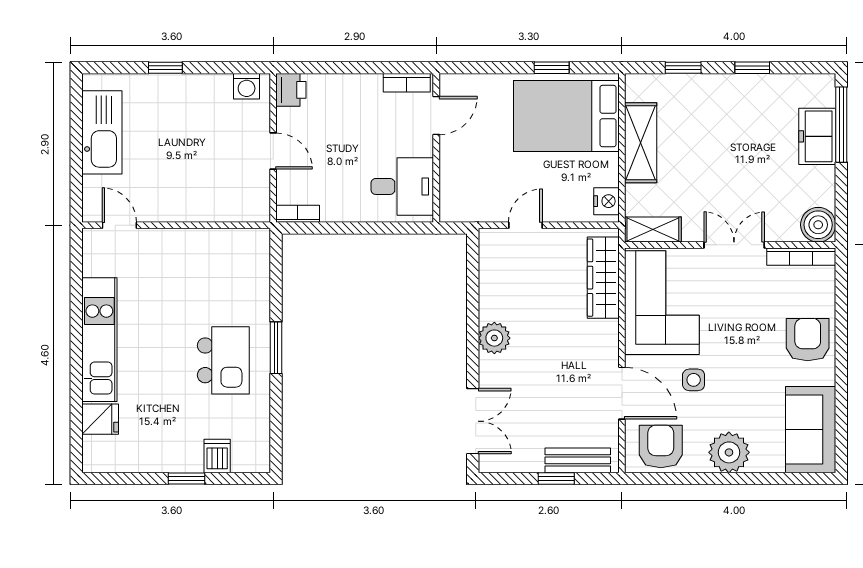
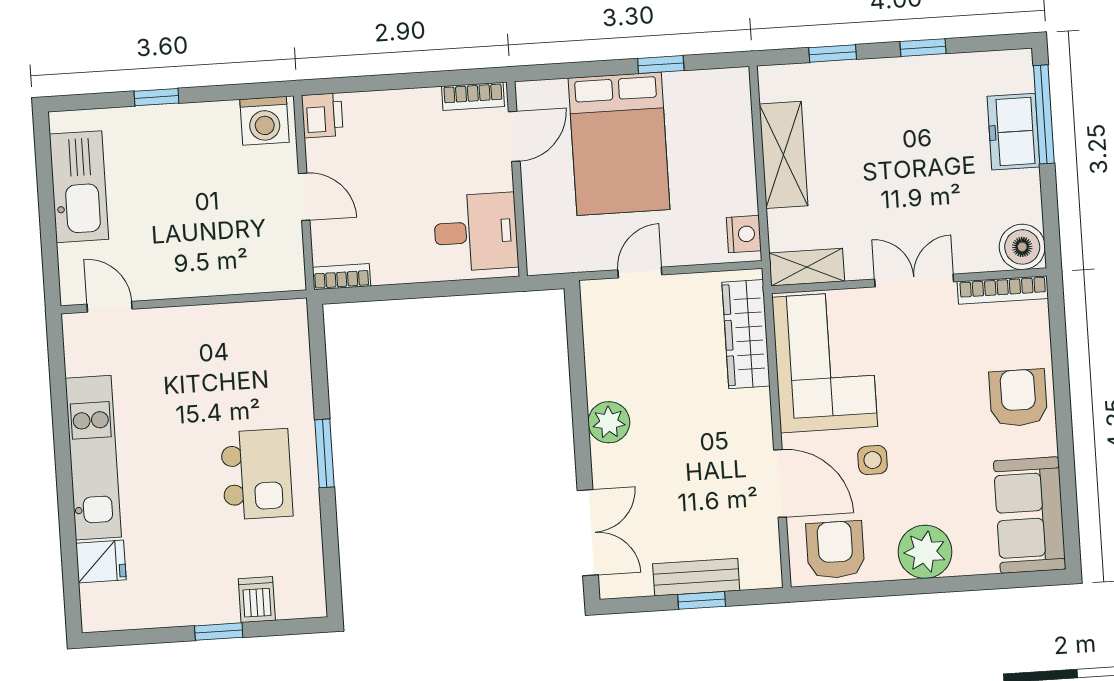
washing machine: (247, 86) -> (264, 121), width x1.38, depth x1.38
bed: (566, 116) -> (619, 144), moved, turned -90
bench: (578, 460) -> (696, 577), moved

